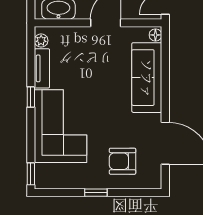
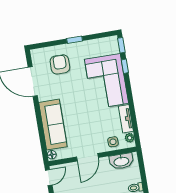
side table: (66, 39) -> (113, 142), added
window: (31, 97) -> (125, 66), moved
armchair: (123, 161) -> (60, 64), turned -90

